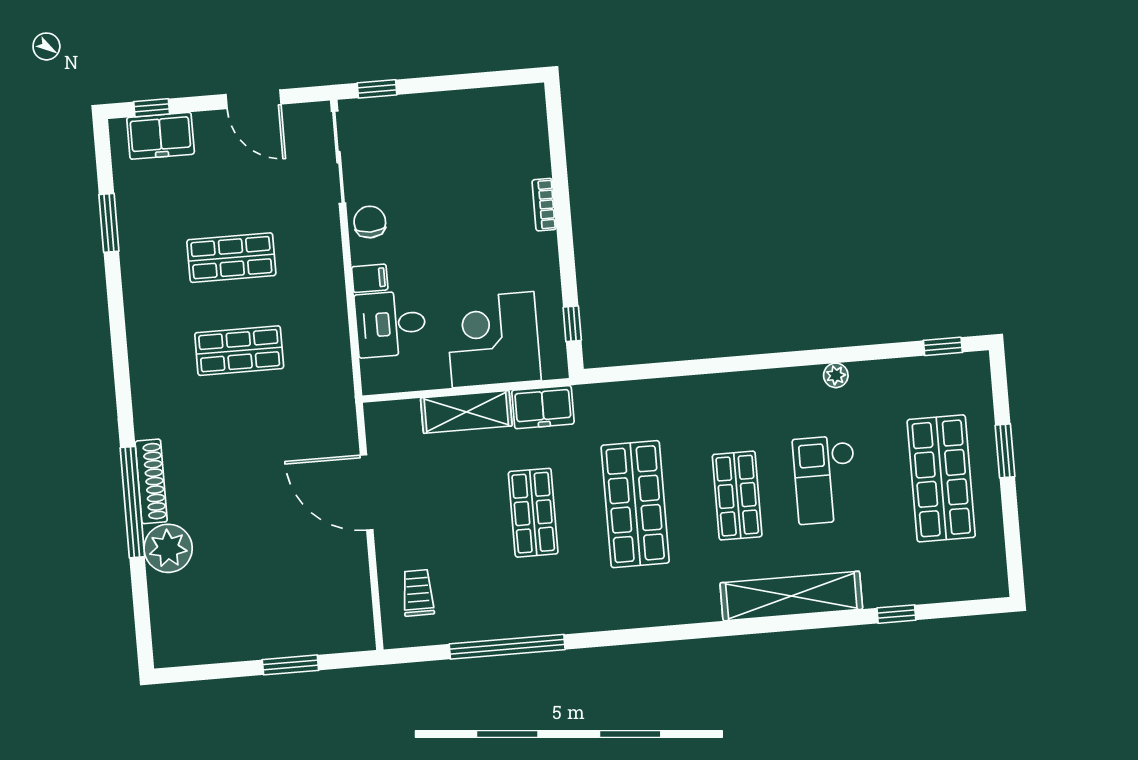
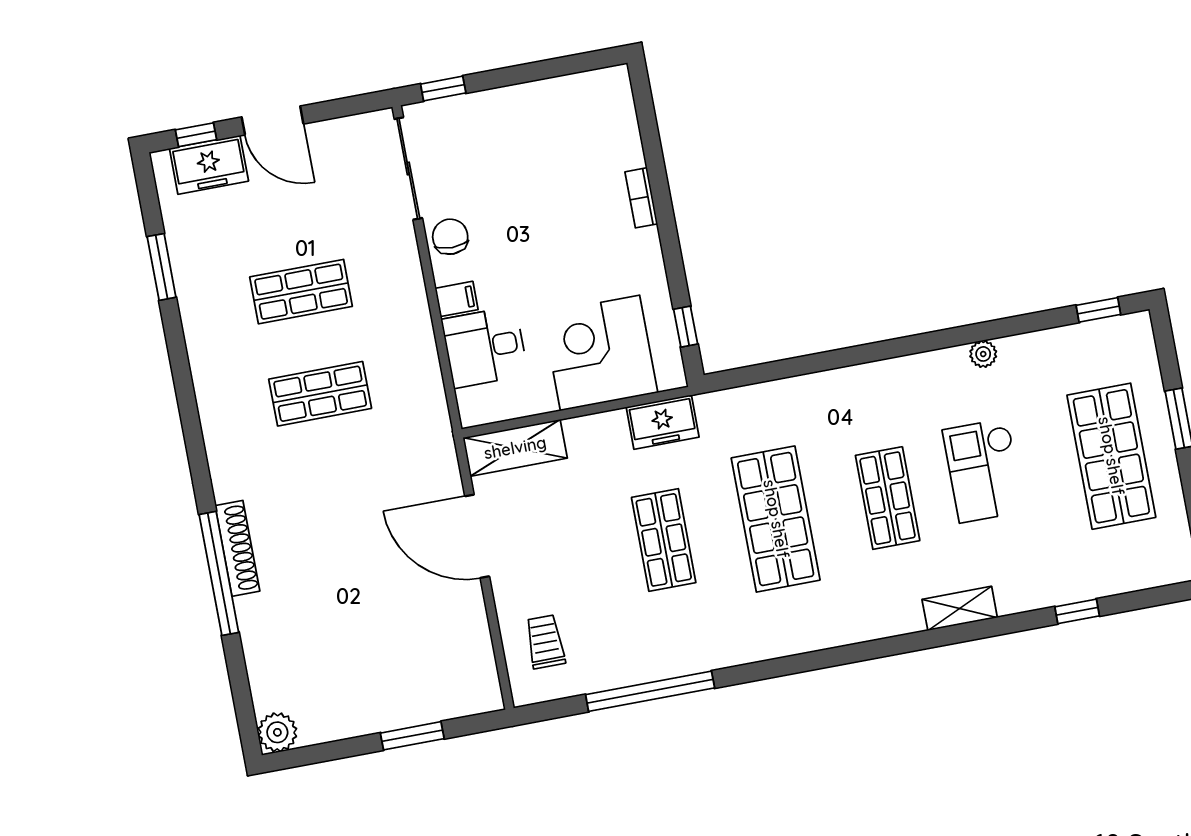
door: (254, 99) -> (273, 120), moved
shelving: (466, 412) -> (515, 448), moved
plant: (168, 548) -> (277, 732), moved, width x0.73, depth x0.73
shelving: (791, 596) -> (960, 608), width x0.45, depth x0.75

